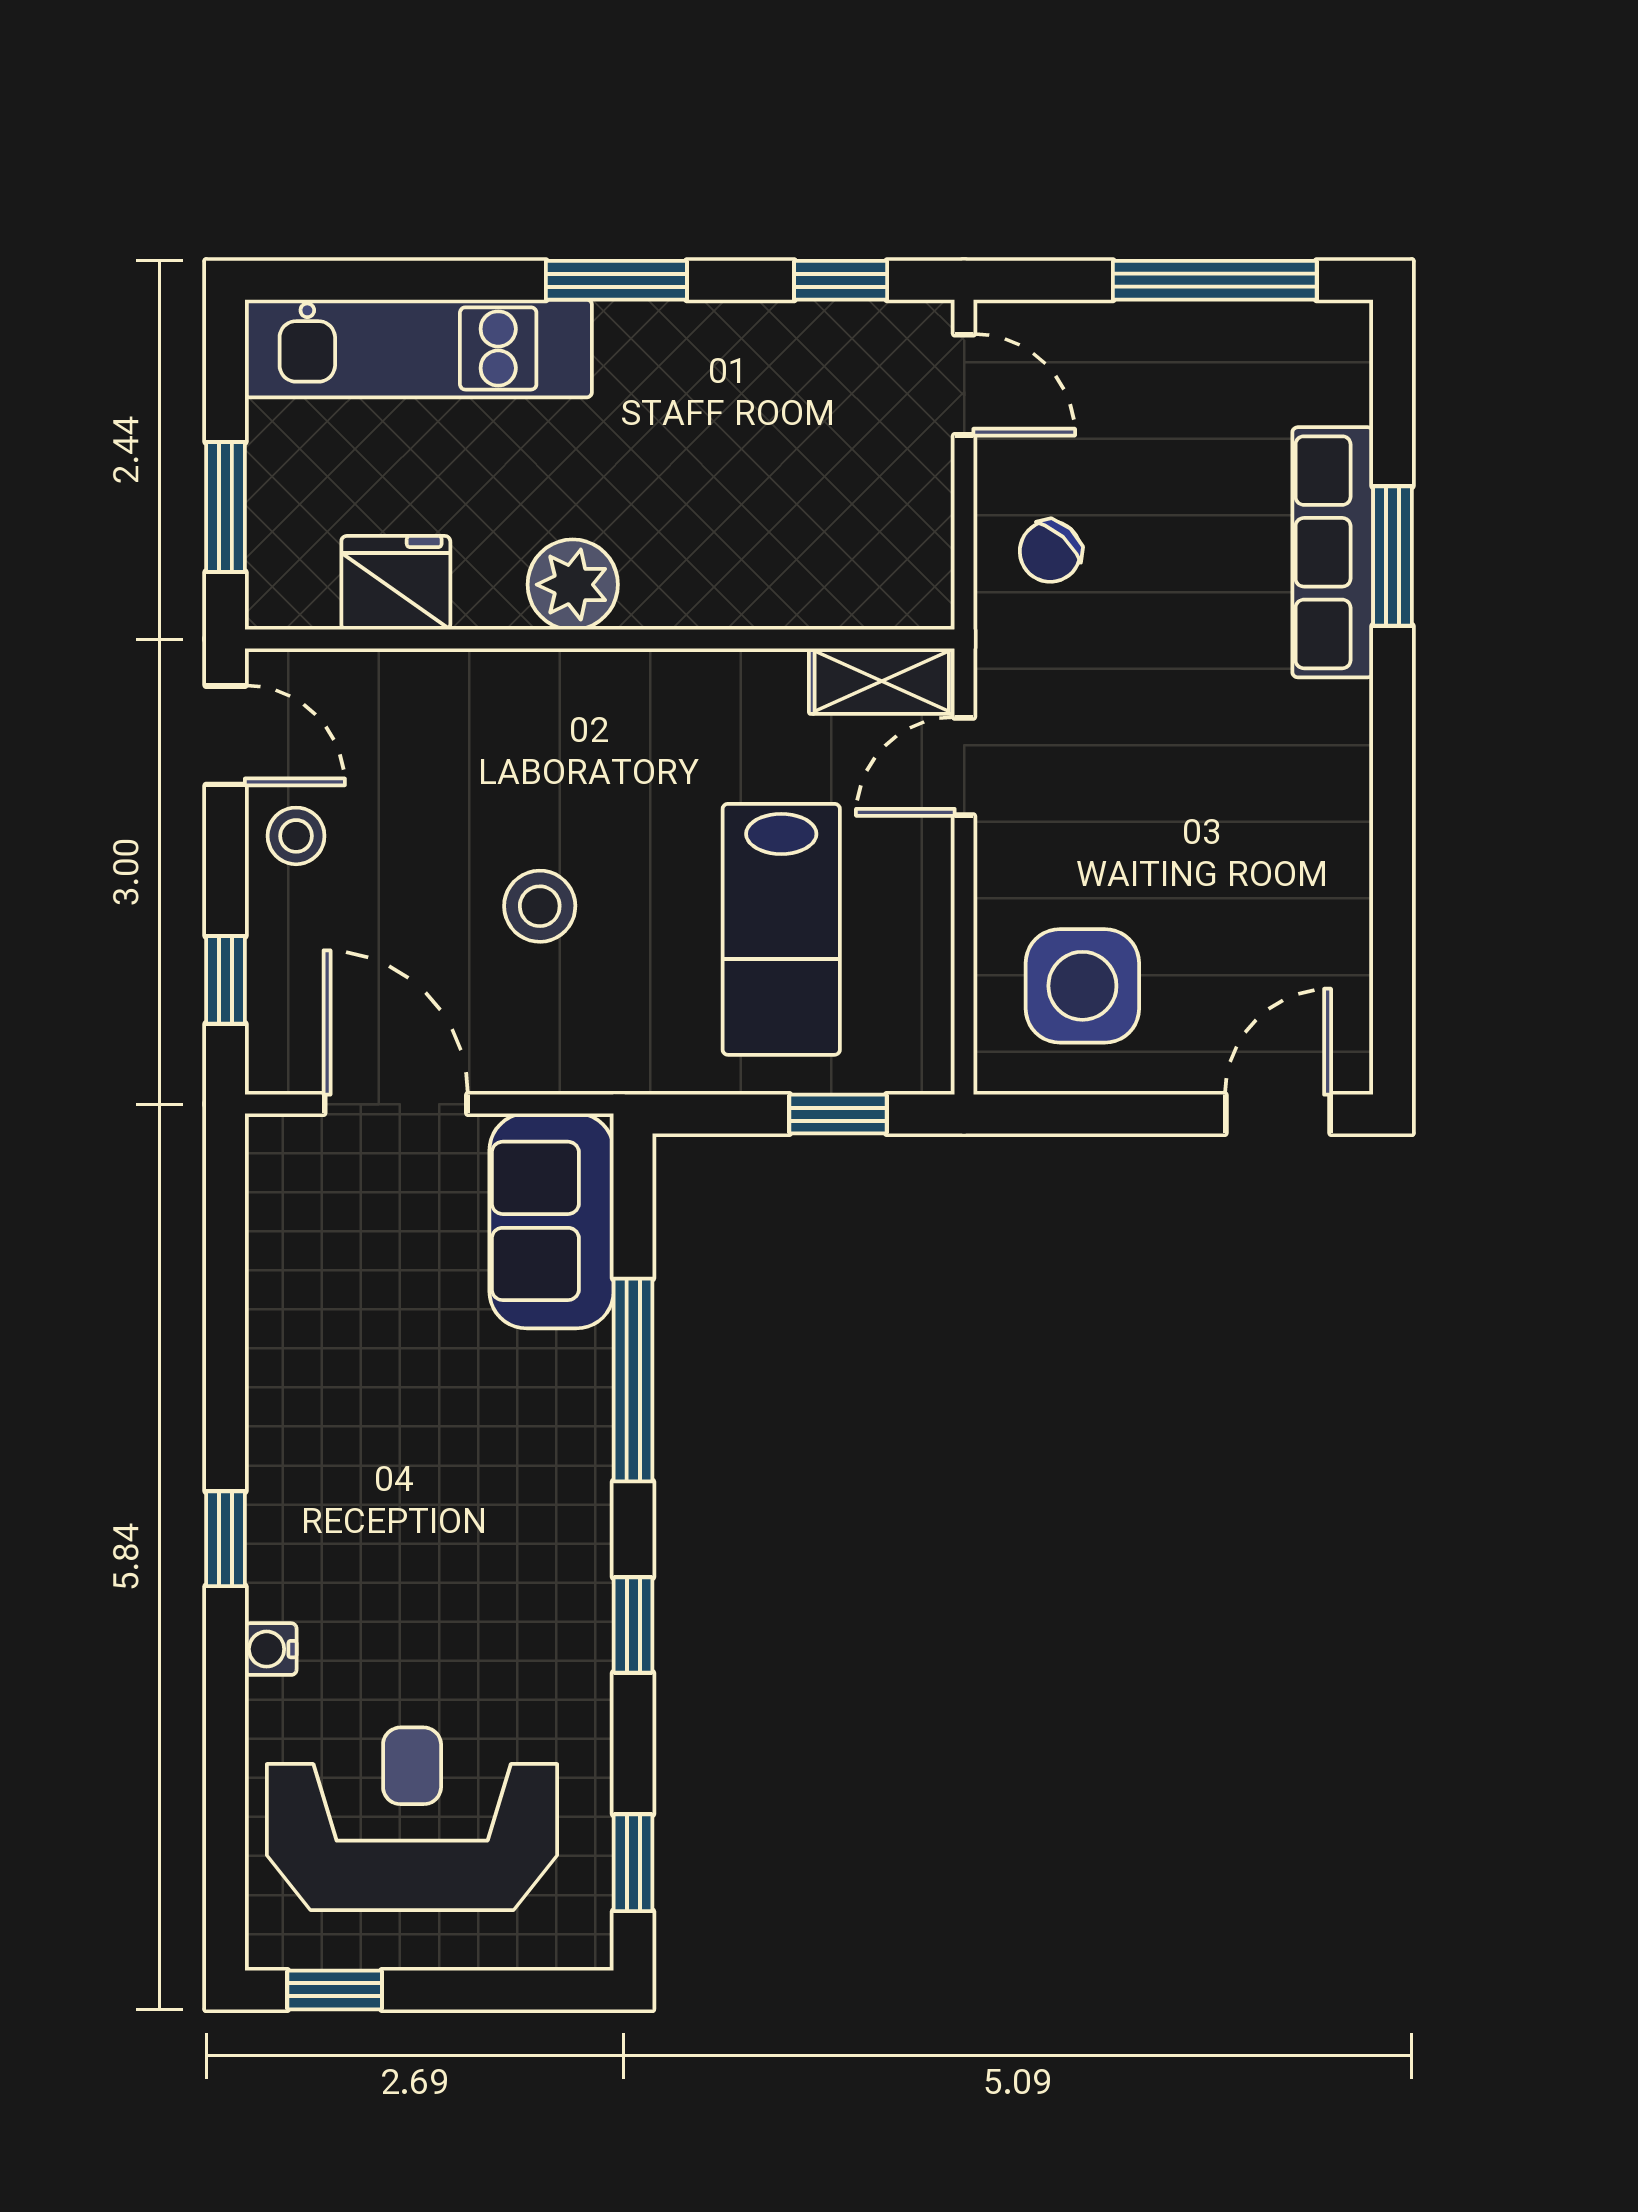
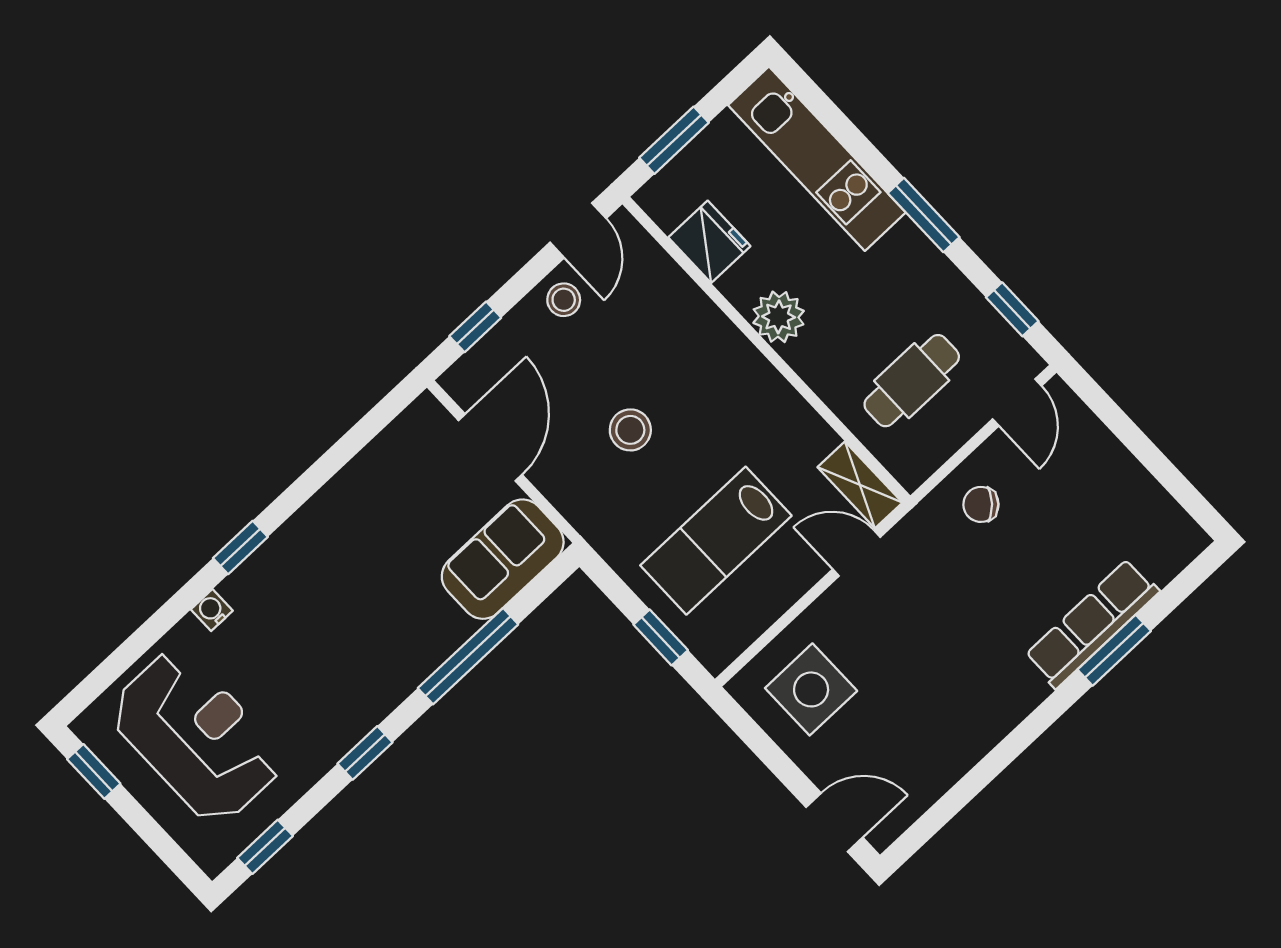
window: (1215, 280) -> (1160, 467), removed
cafe table: (811, 492) -> (912, 381), added

